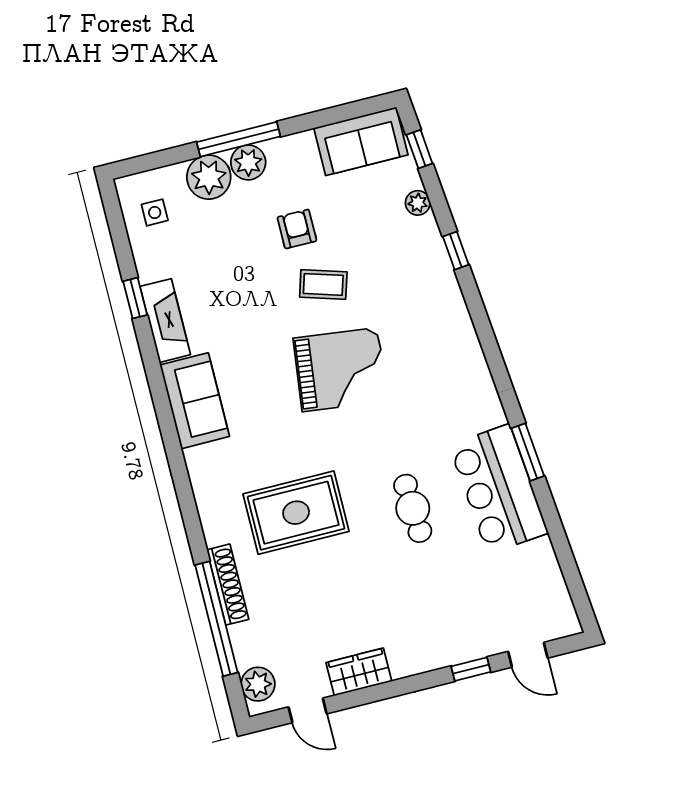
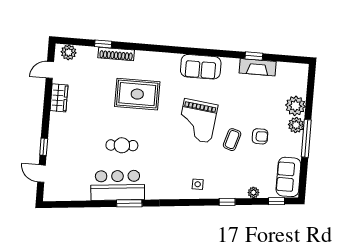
window: (239, 139) -> (306, 138), moved
side table: (155, 212) -> (198, 184), moved
fireplace: (165, 321) -> (258, 67), moved
grand piano: (340, 370) -> (197, 121), moved
rug: (296, 513) -> (137, 94), turned 90
window: (216, 619) -> (103, 44), width x0.32
door: (528, 655) -> (42, 174), hinge flipped

